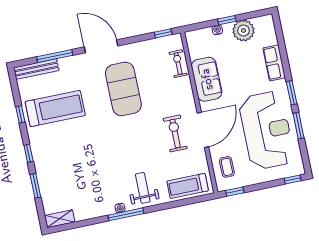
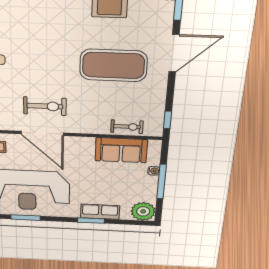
window: (227, 20) -> (162, 182), width x2.17
plant: (243, 31) -> (143, 211), moved
sofa: (207, 79) -> (121, 150), moved
window: (292, 93) -> (91, 221), moved

